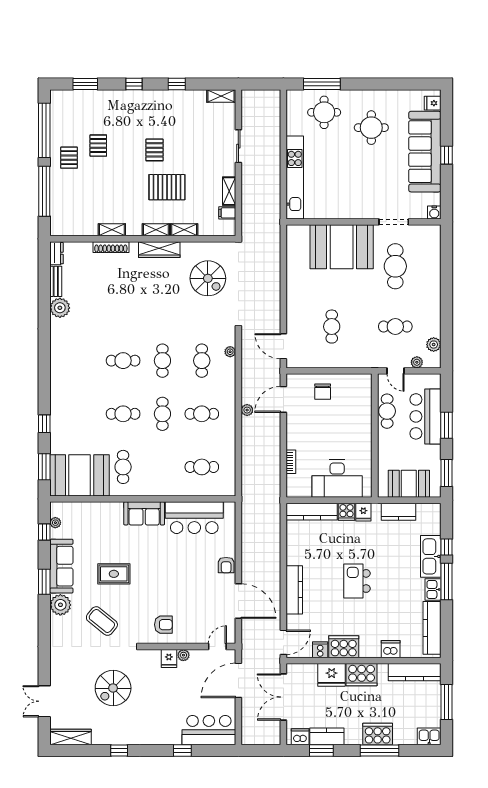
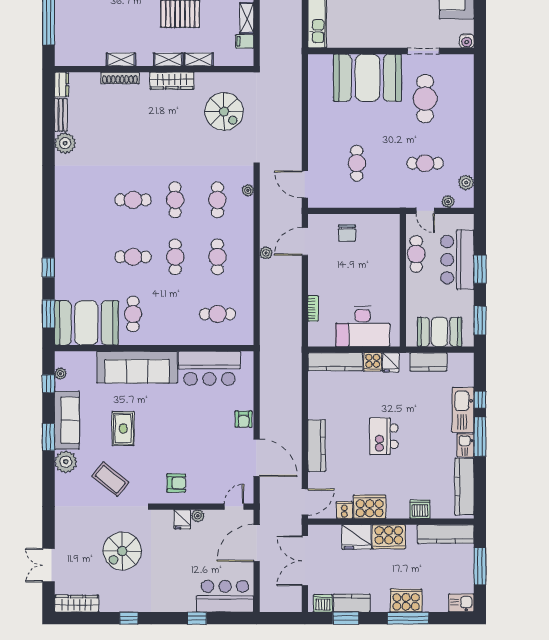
cafe table: (202, 414) -> (217, 257), turned 90
sofa: (144, 513) -> (137, 367), width x1.85, depth x1.27
rug: (114, 574) -> (123, 429), turned 90

